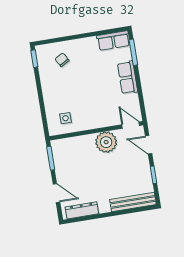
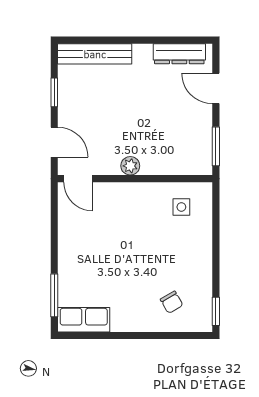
row of seats: (128, 77) -> (70, 256), removed
plant: (106, 142) -> (130, 166), width x0.53, depth x0.53

